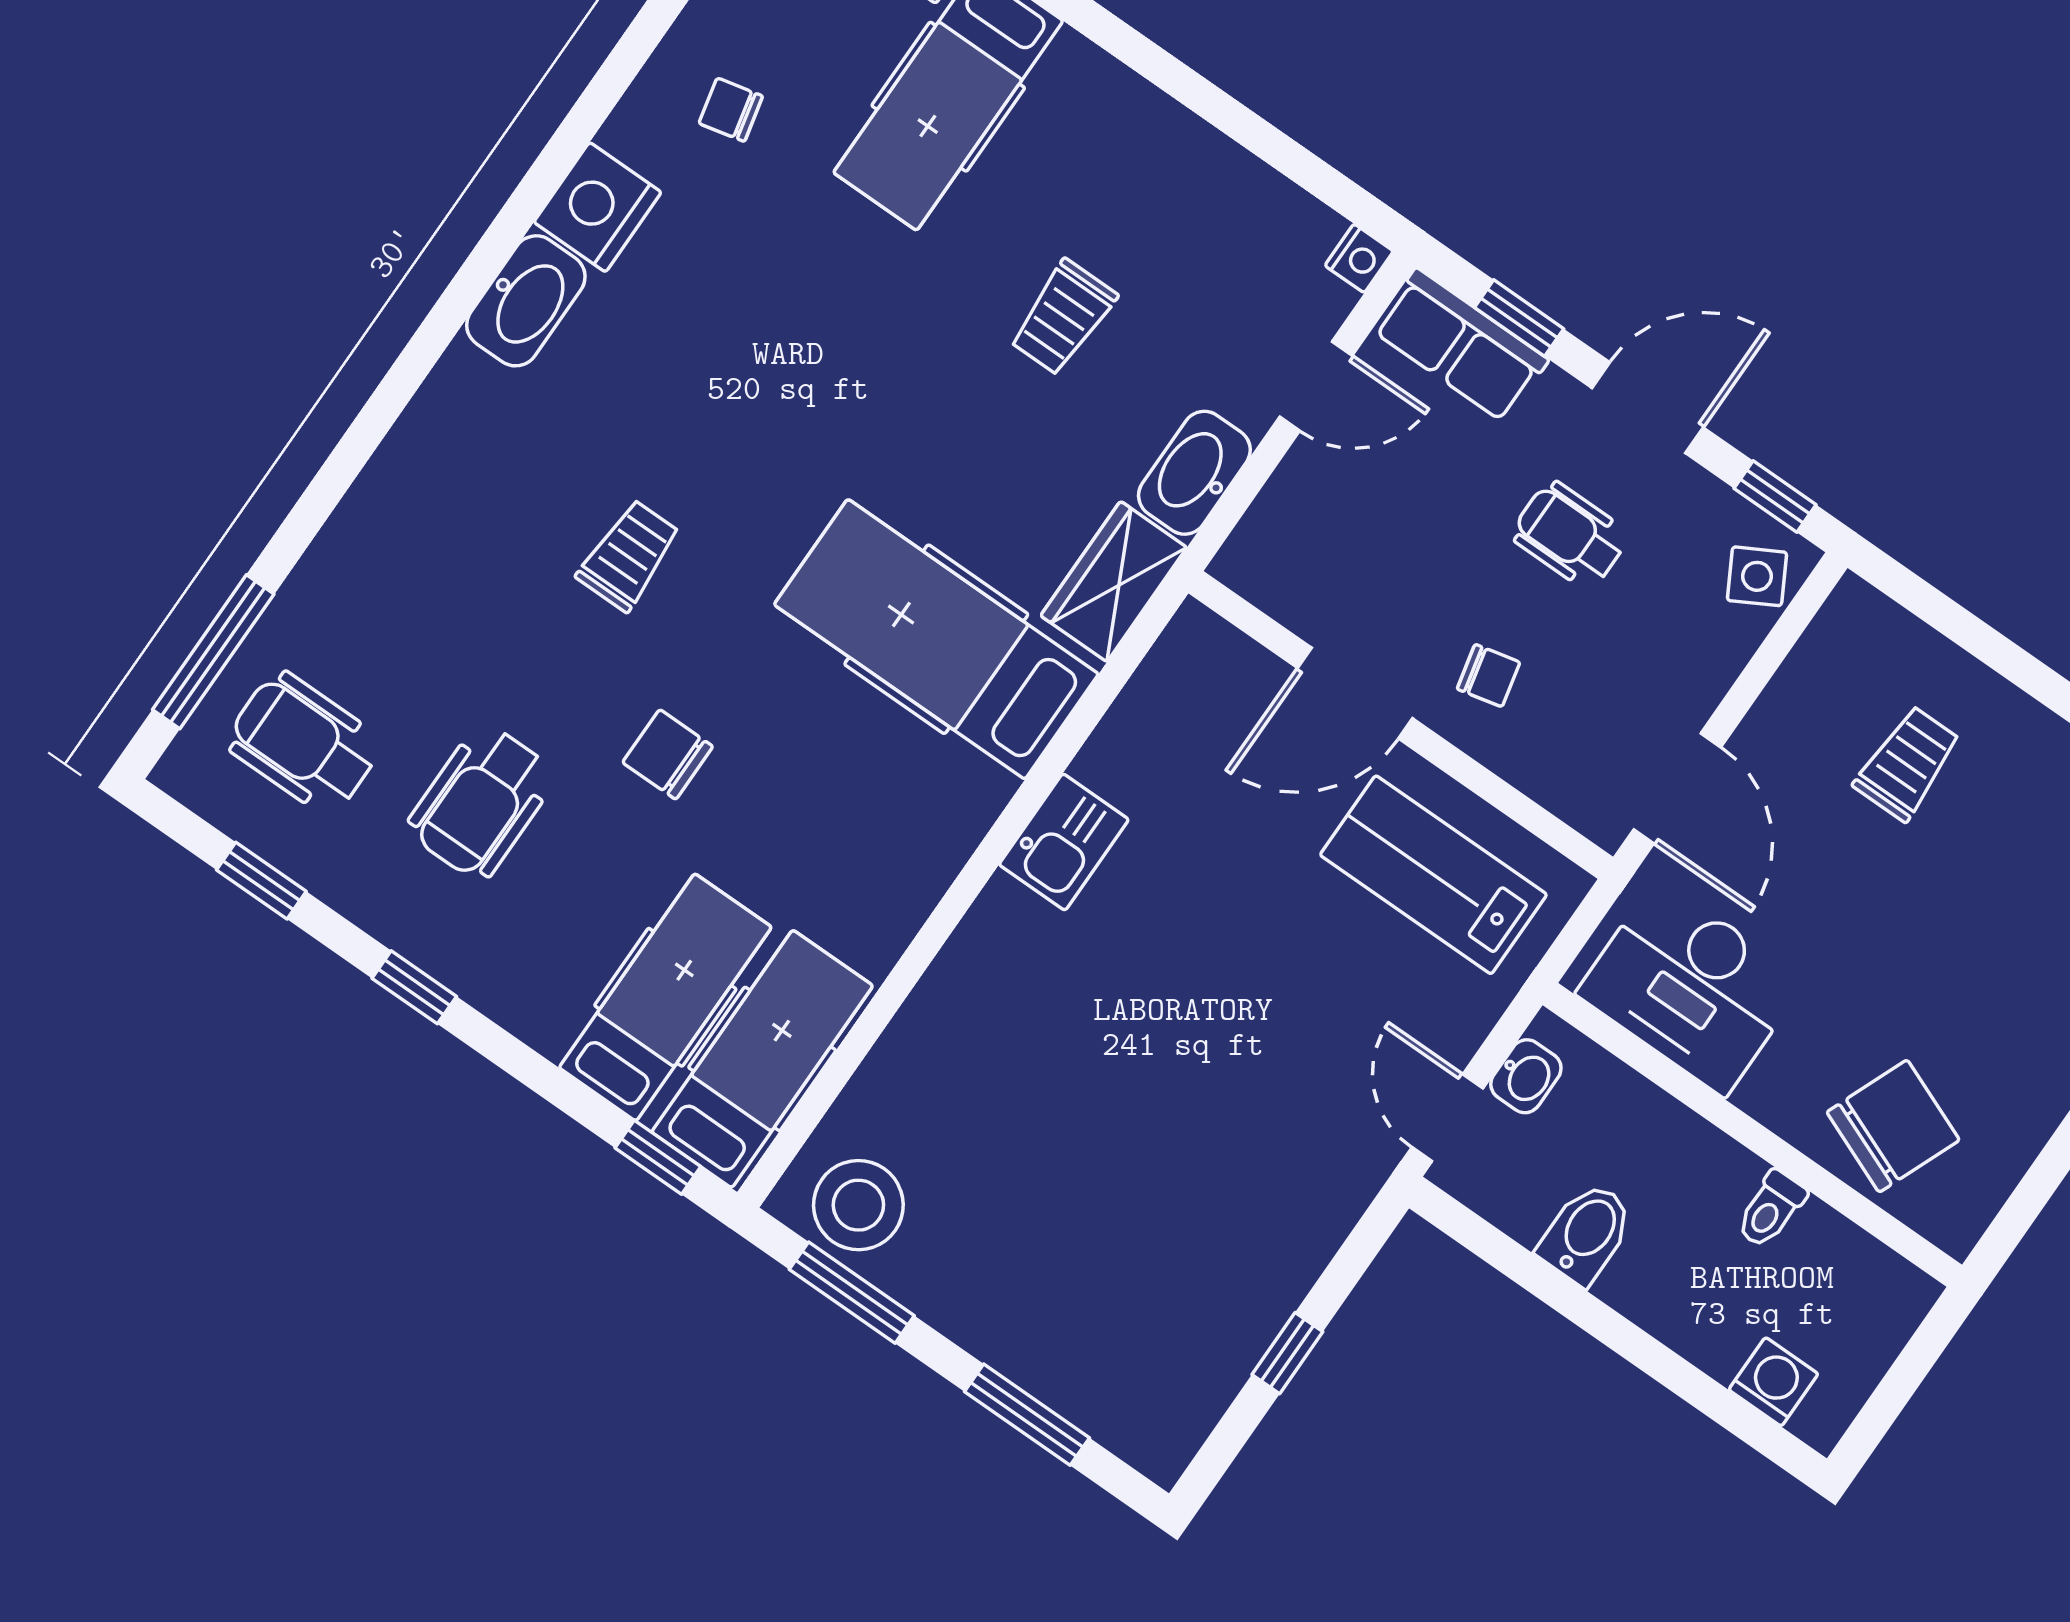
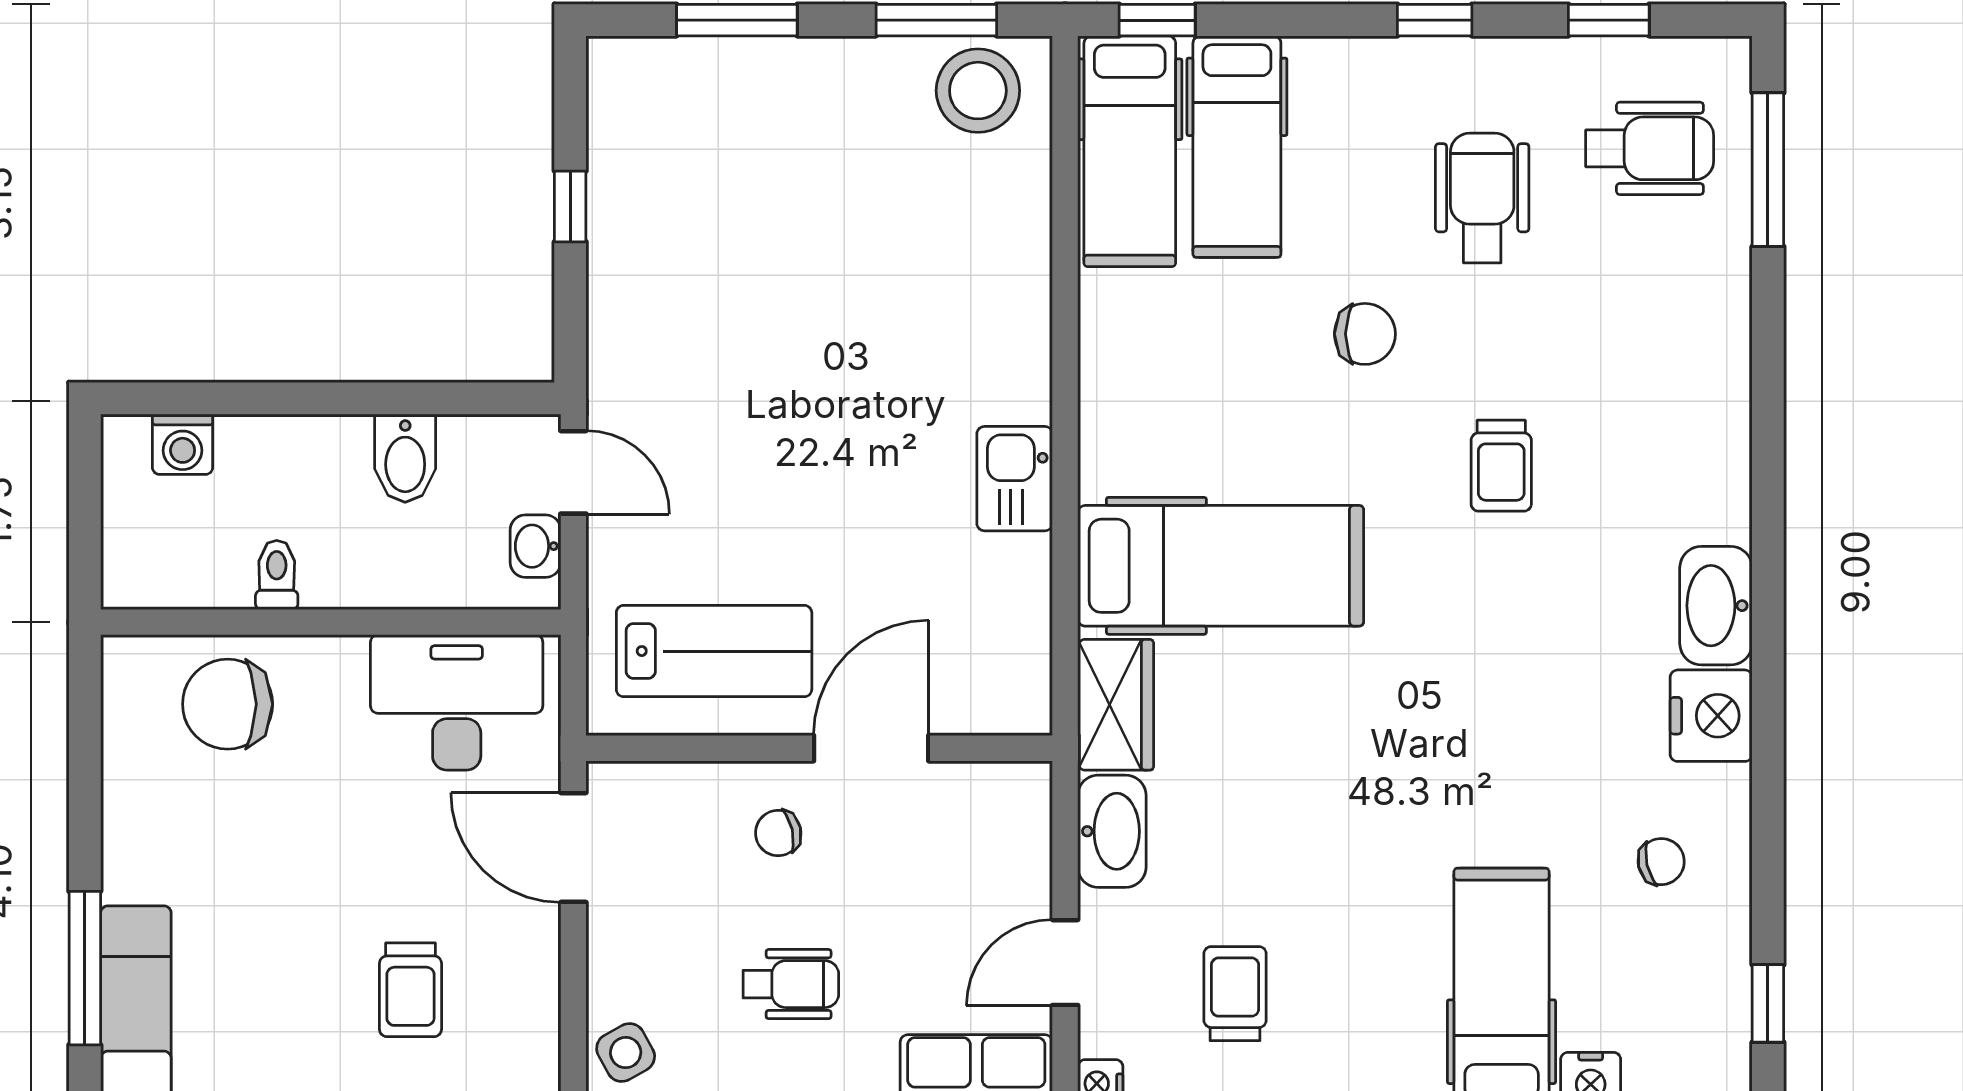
trolley: (1063, 317) -> (1235, 994), moved
chair: (1893, 1126) -> (228, 704), turned 68

